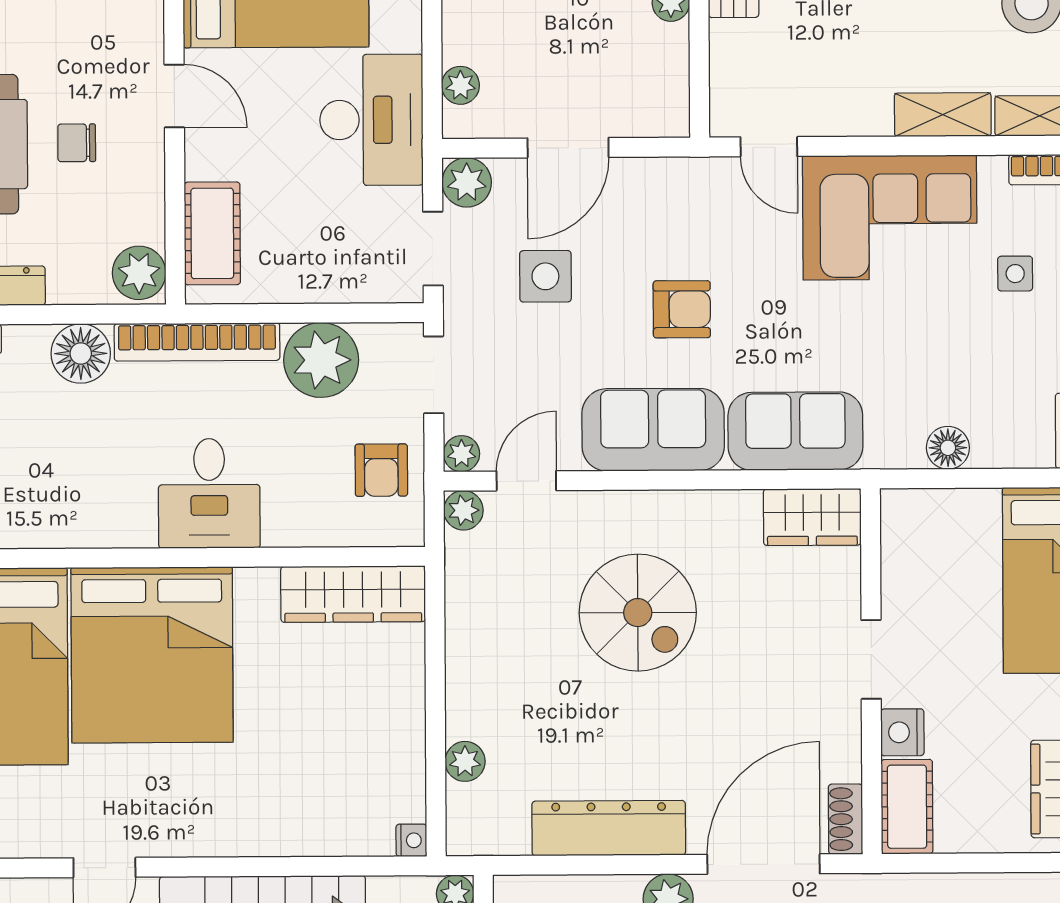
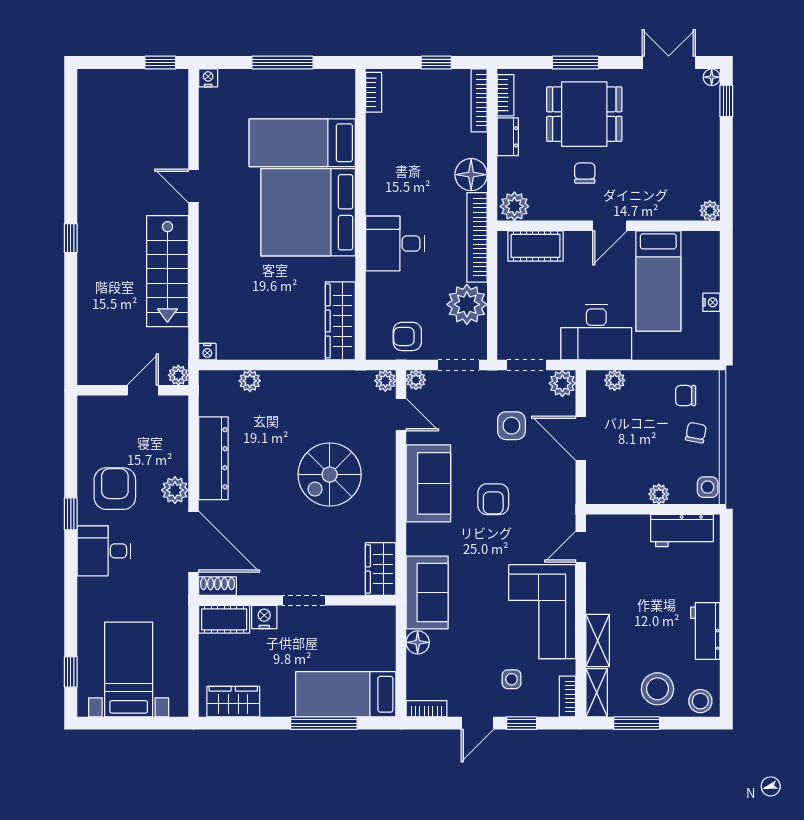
sofa: (795, 431) -> (427, 592), moved

